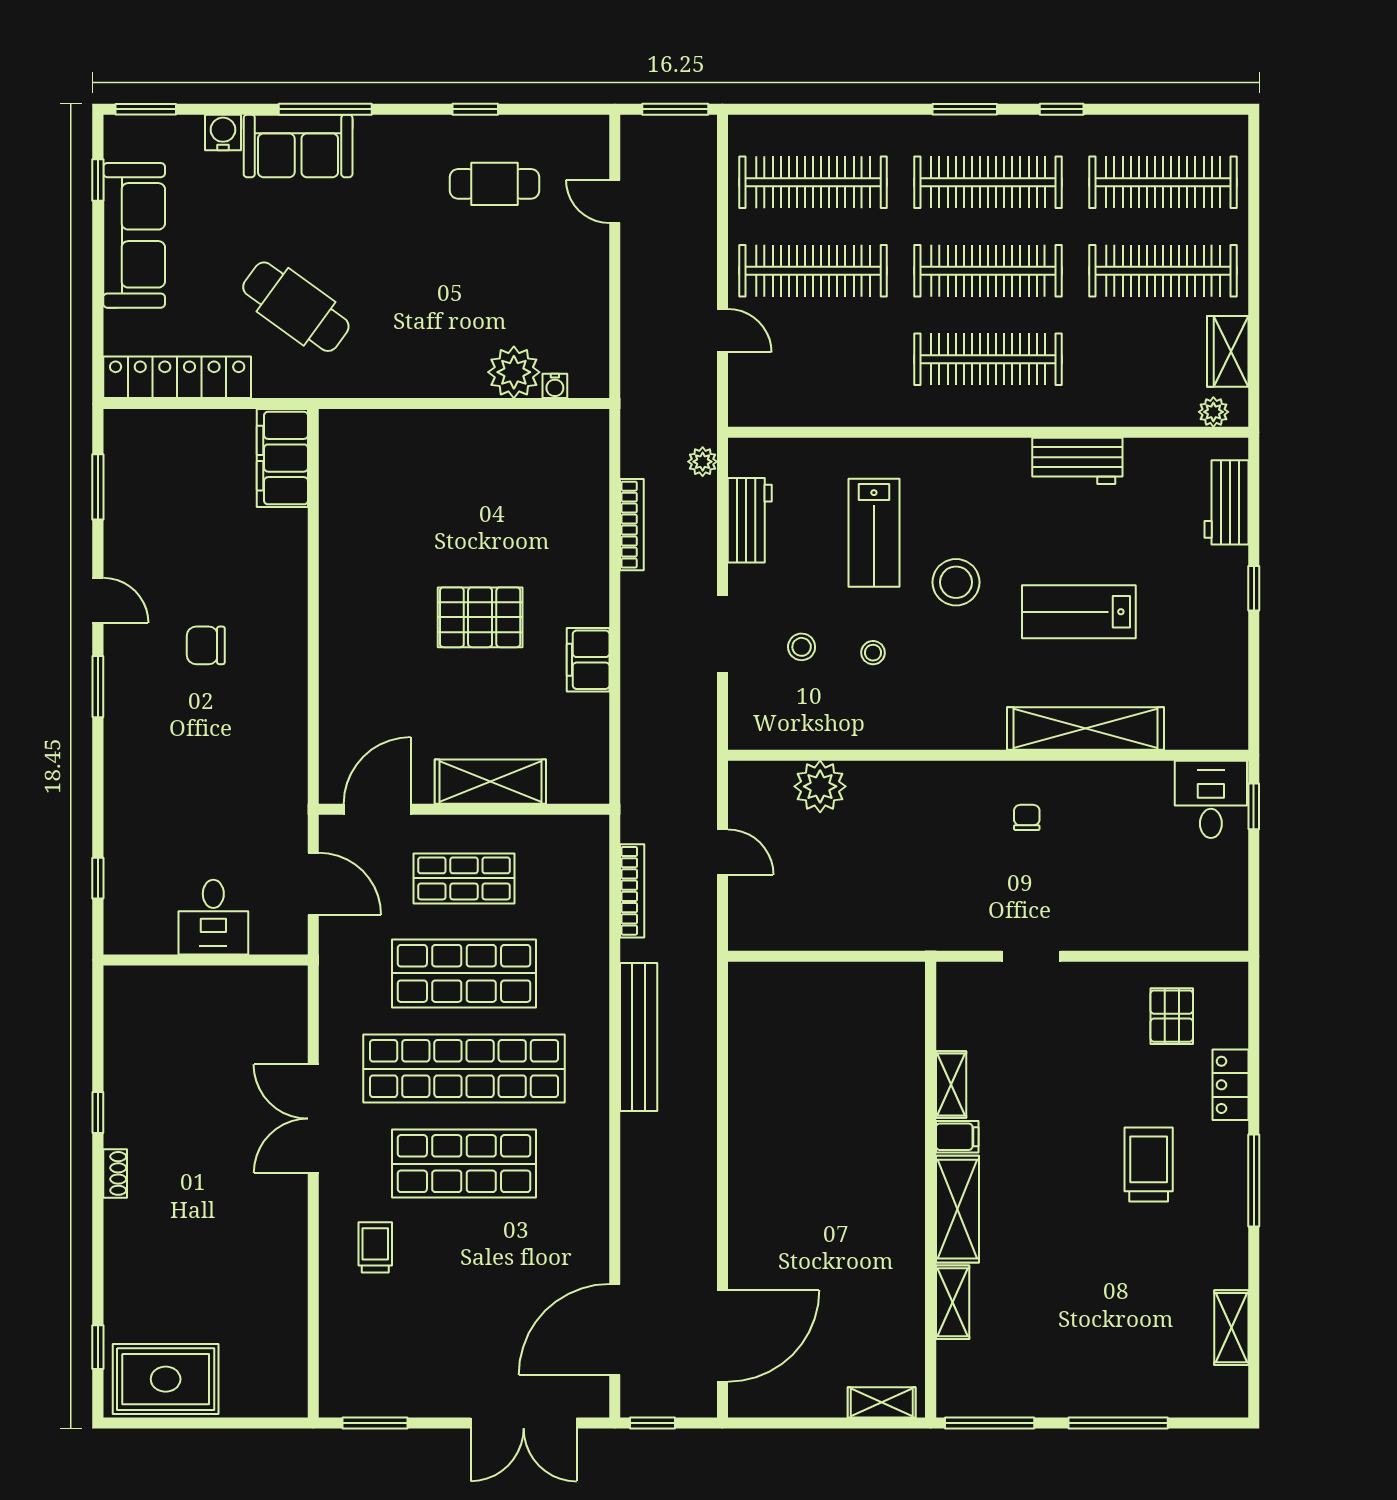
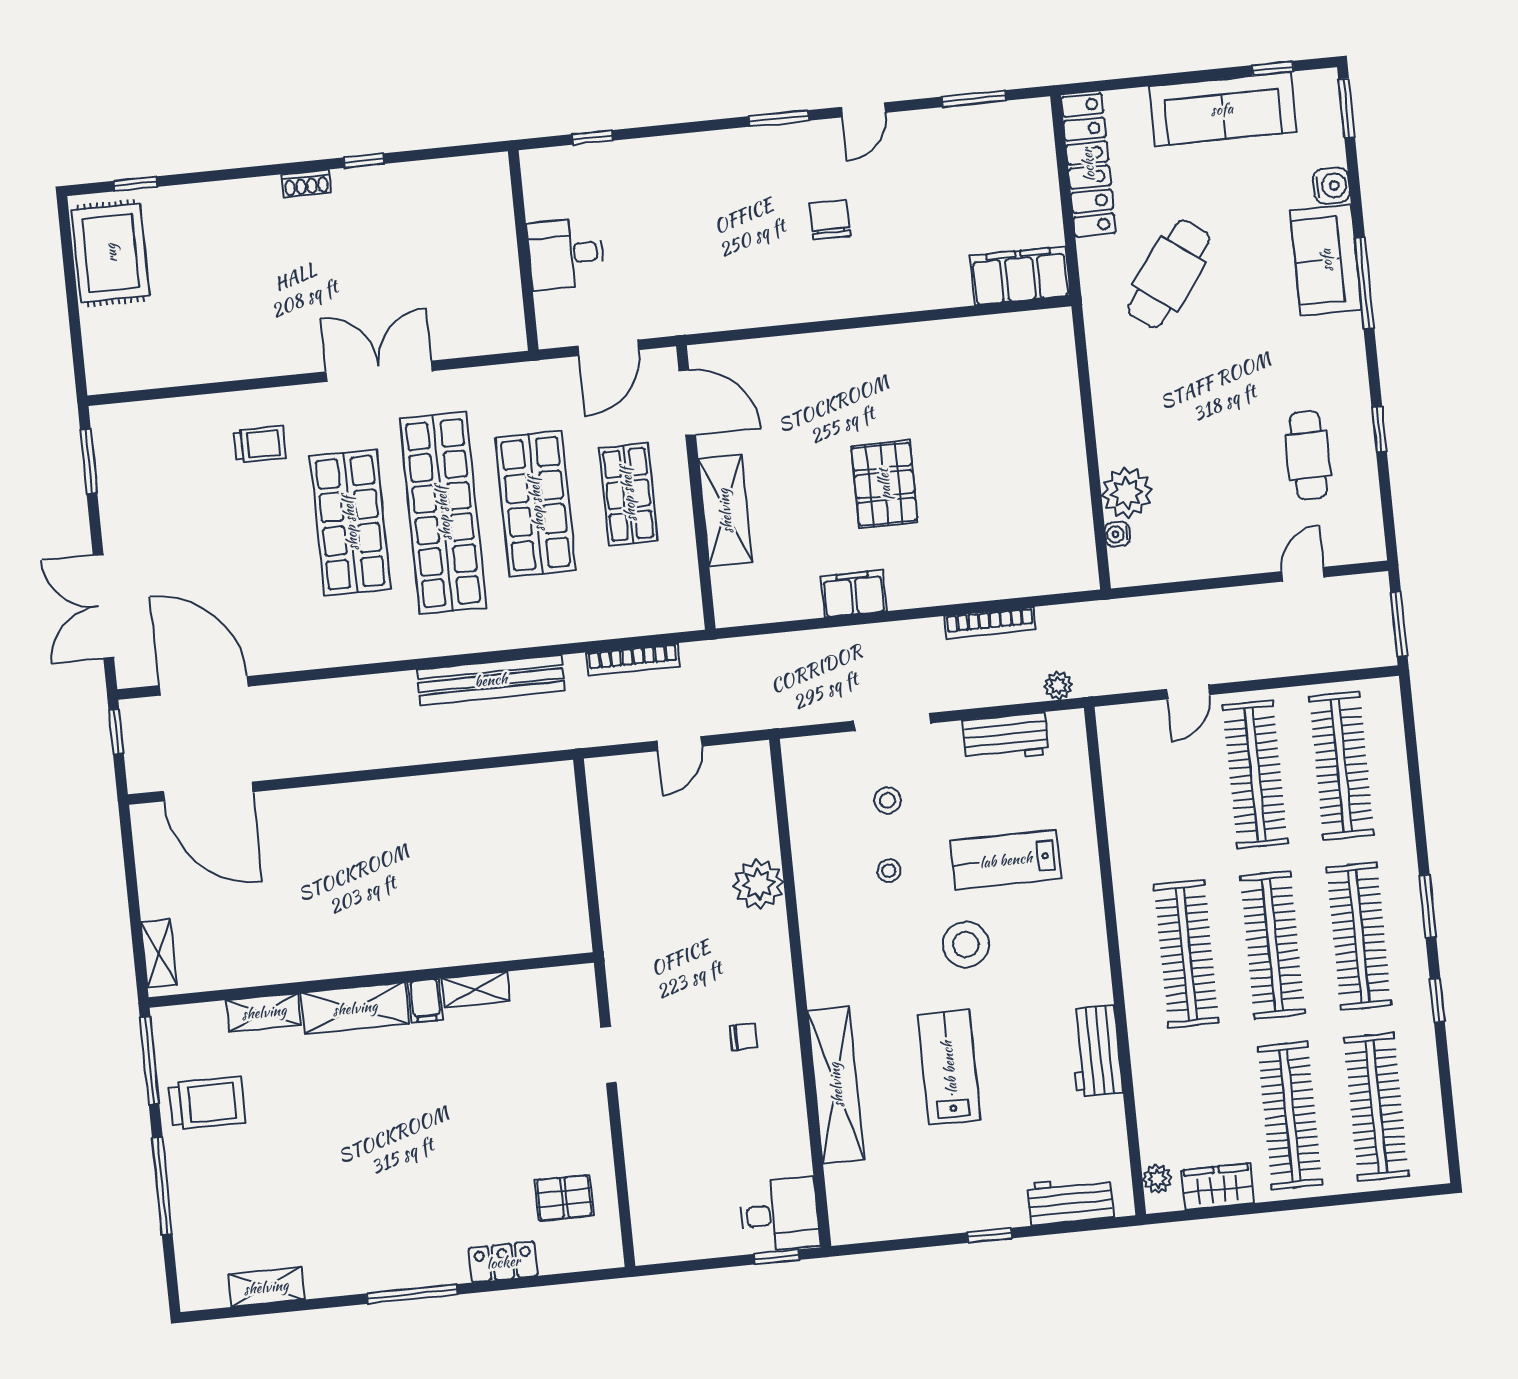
plant: (820, 786) -> (758, 884), moved
trolley: (1149, 1165) -> (207, 1103), moved

